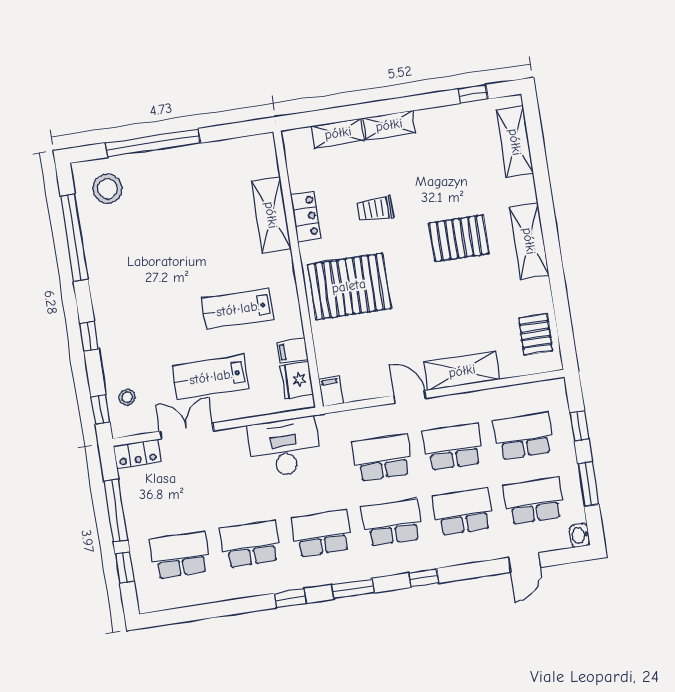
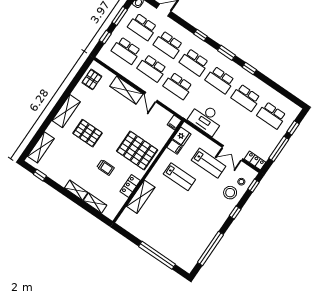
stool: (107, 189) -> (230, 193), moved

